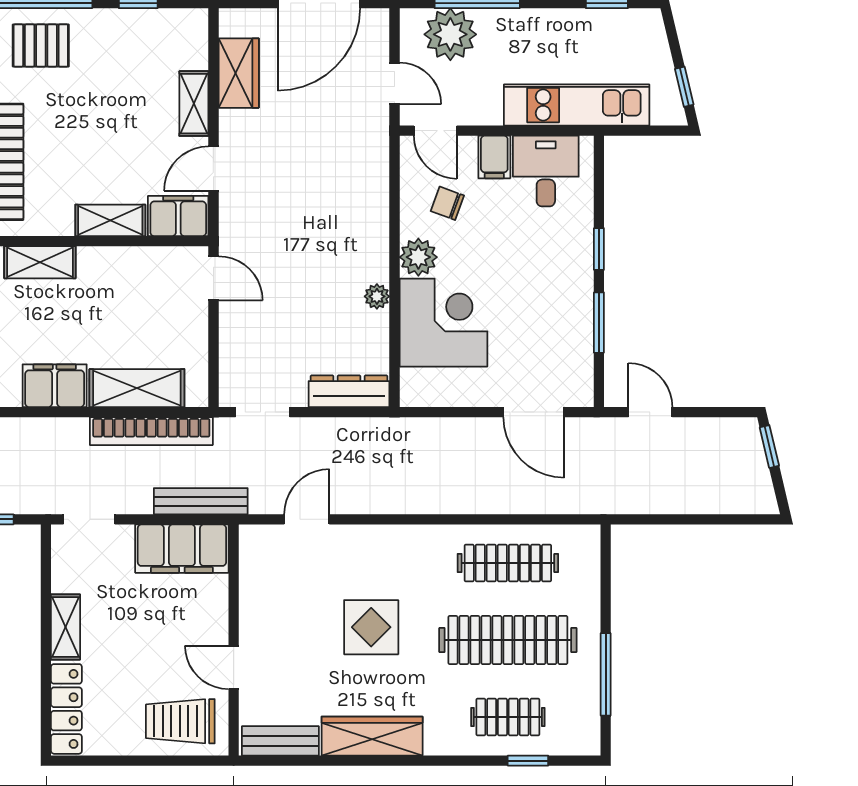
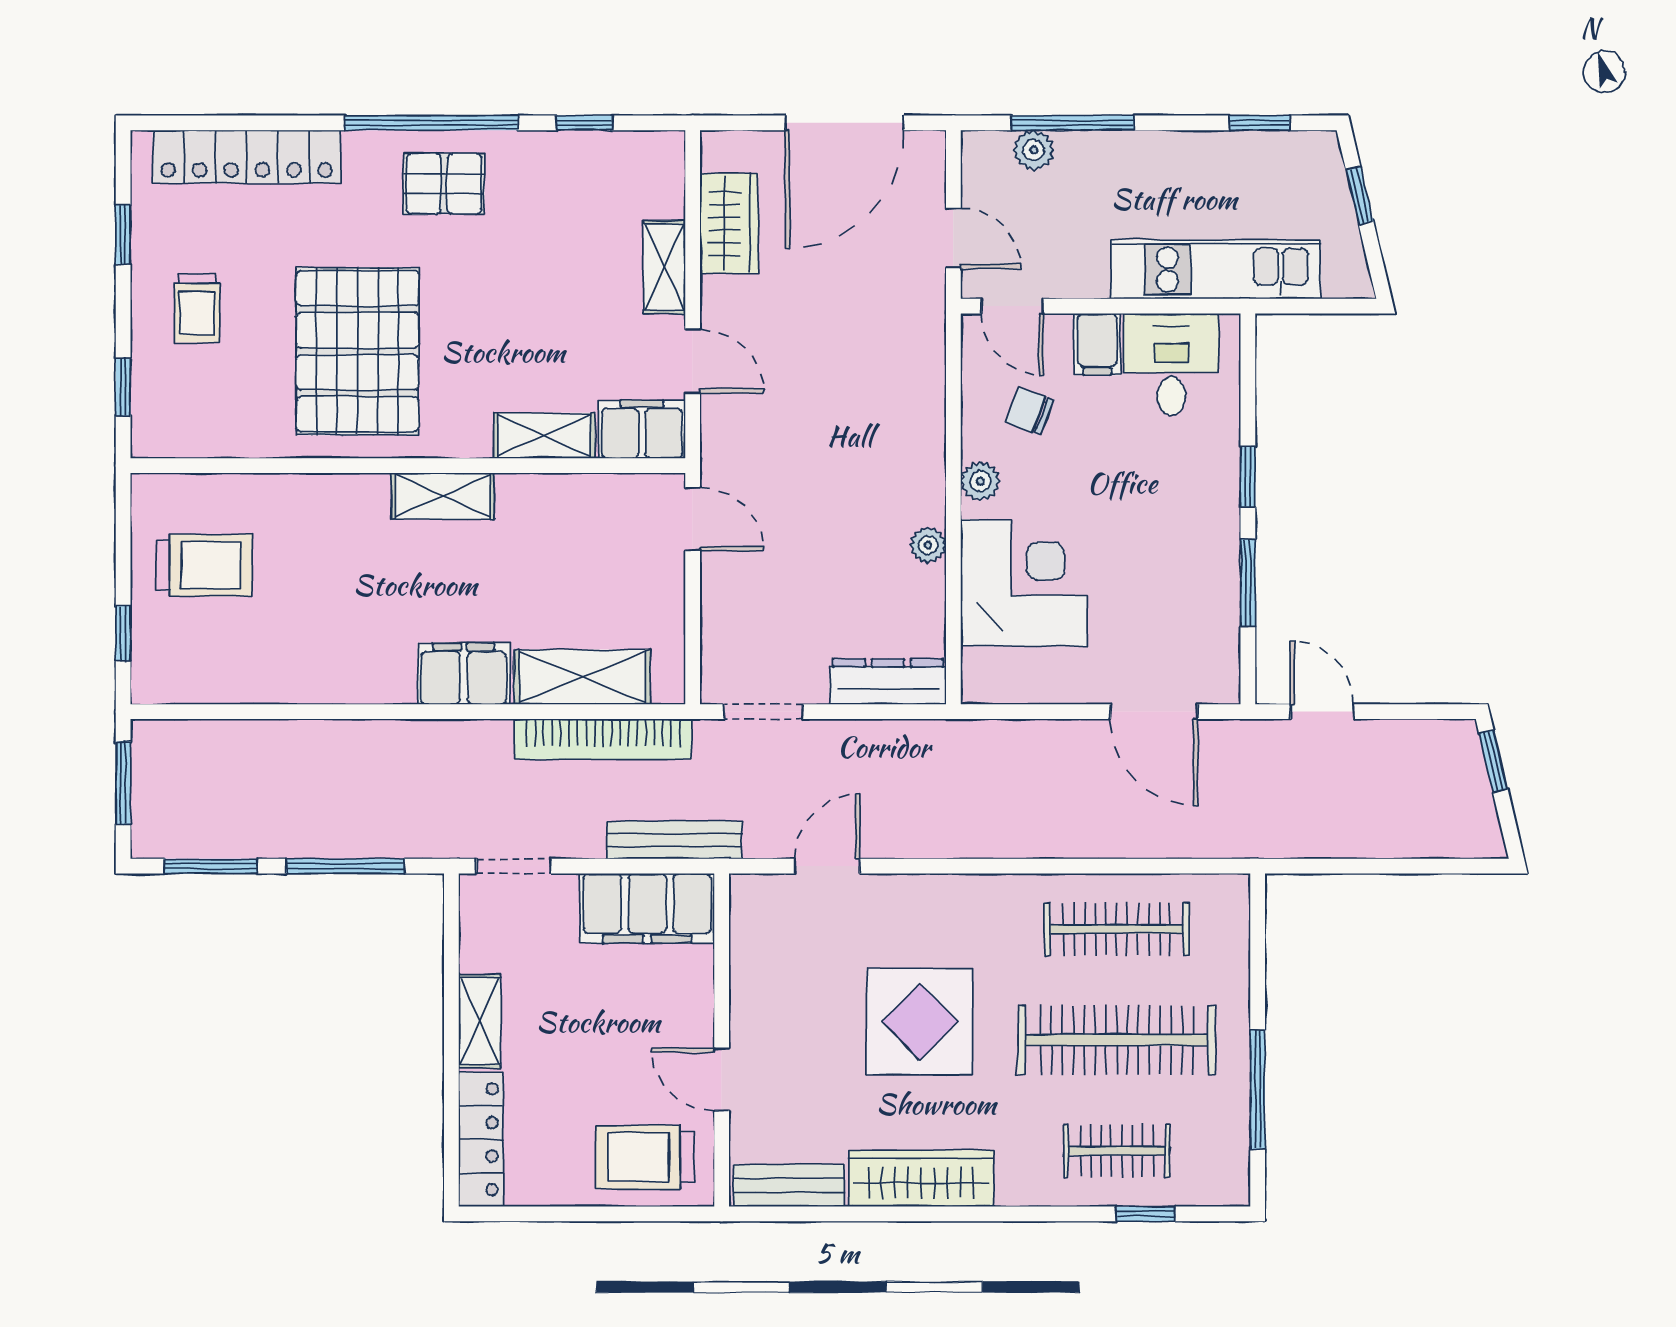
plant: (450, 34) -> (1034, 150), width x0.53, depth x0.53
window: (684, 87) -> (1360, 195), moved
door: (213, 169) -> (693, 361), swing flipped
plant: (418, 257) -> (980, 481), width x0.73, depth x0.73
display table: (371, 627) -> (920, 1022), width x1.36, depth x1.36

